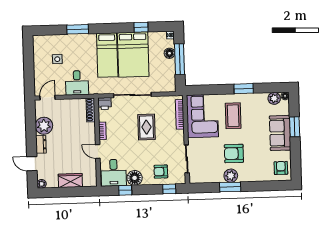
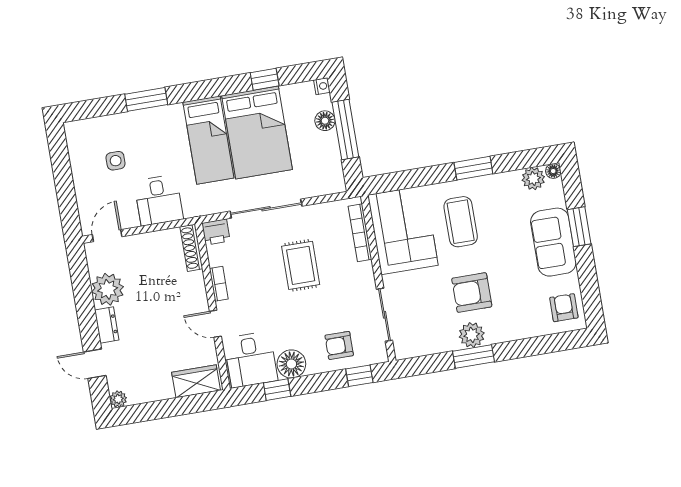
wardrobe: (70, 181) -> (196, 381), moved

